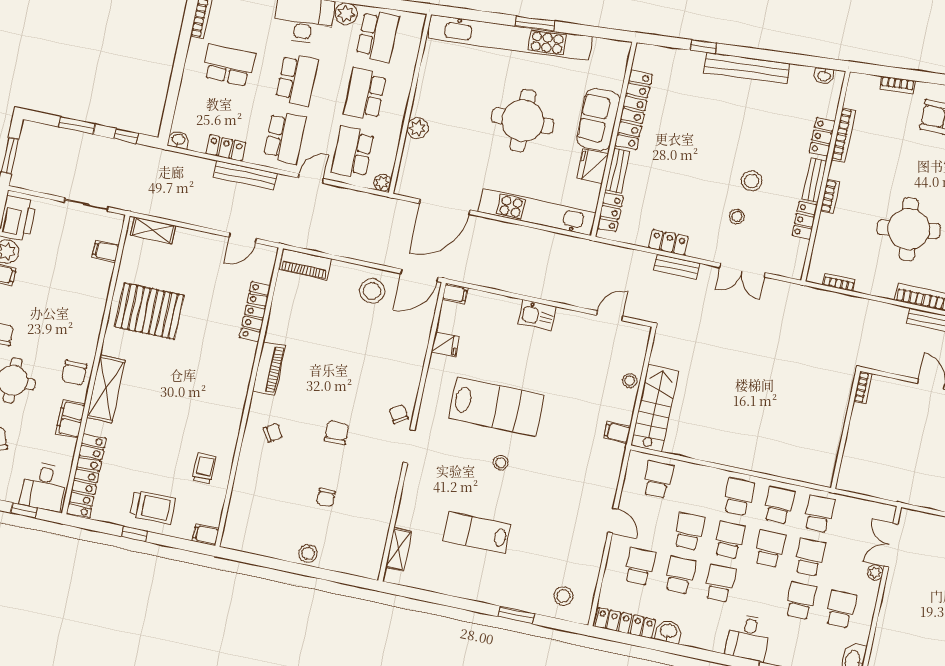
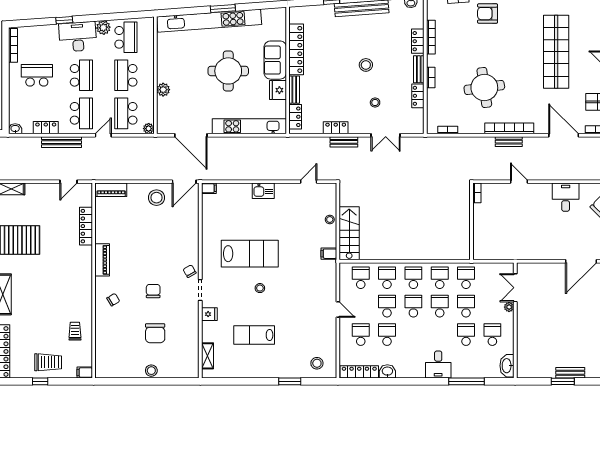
stool: (752, 181) -> (366, 65), moved
door: (445, 207) -> (191, 135), hinge flipped
fridge: (445, 344) -> (209, 314), moved
chair: (326, 498) -> (155, 333), width x1.87, depth x1.87
school desk: (720, 584) -> (387, 278), moved

